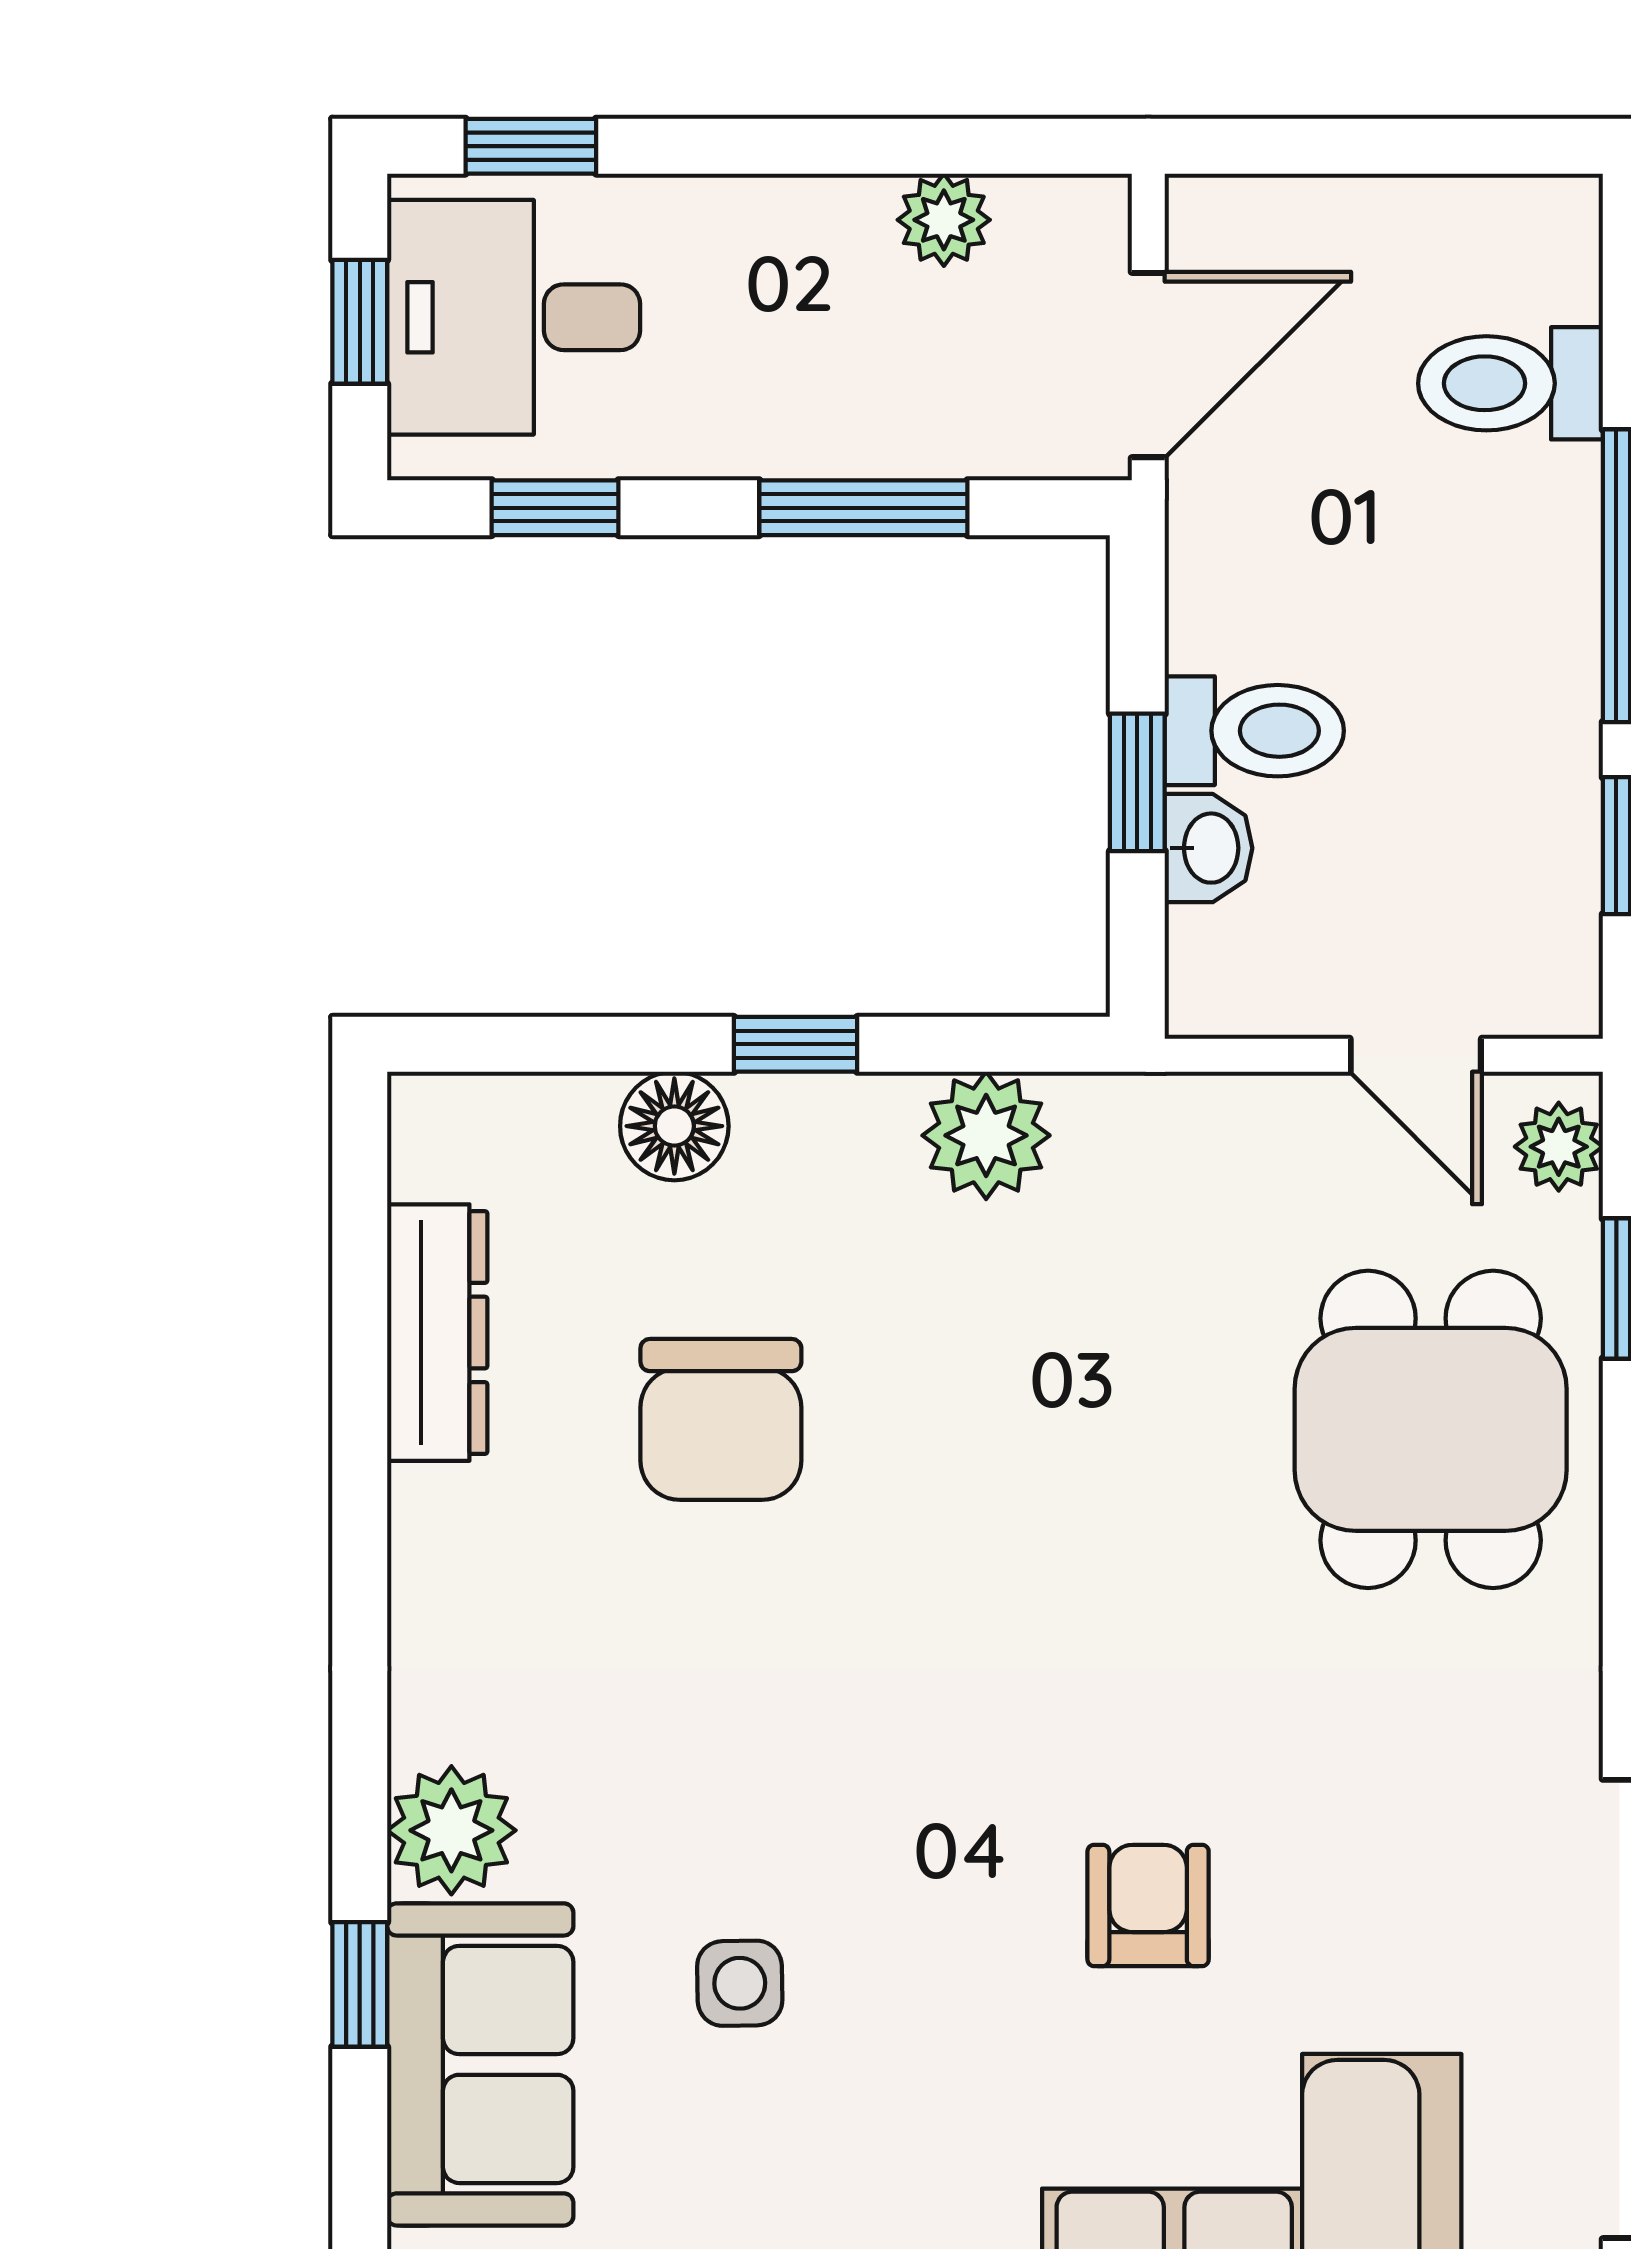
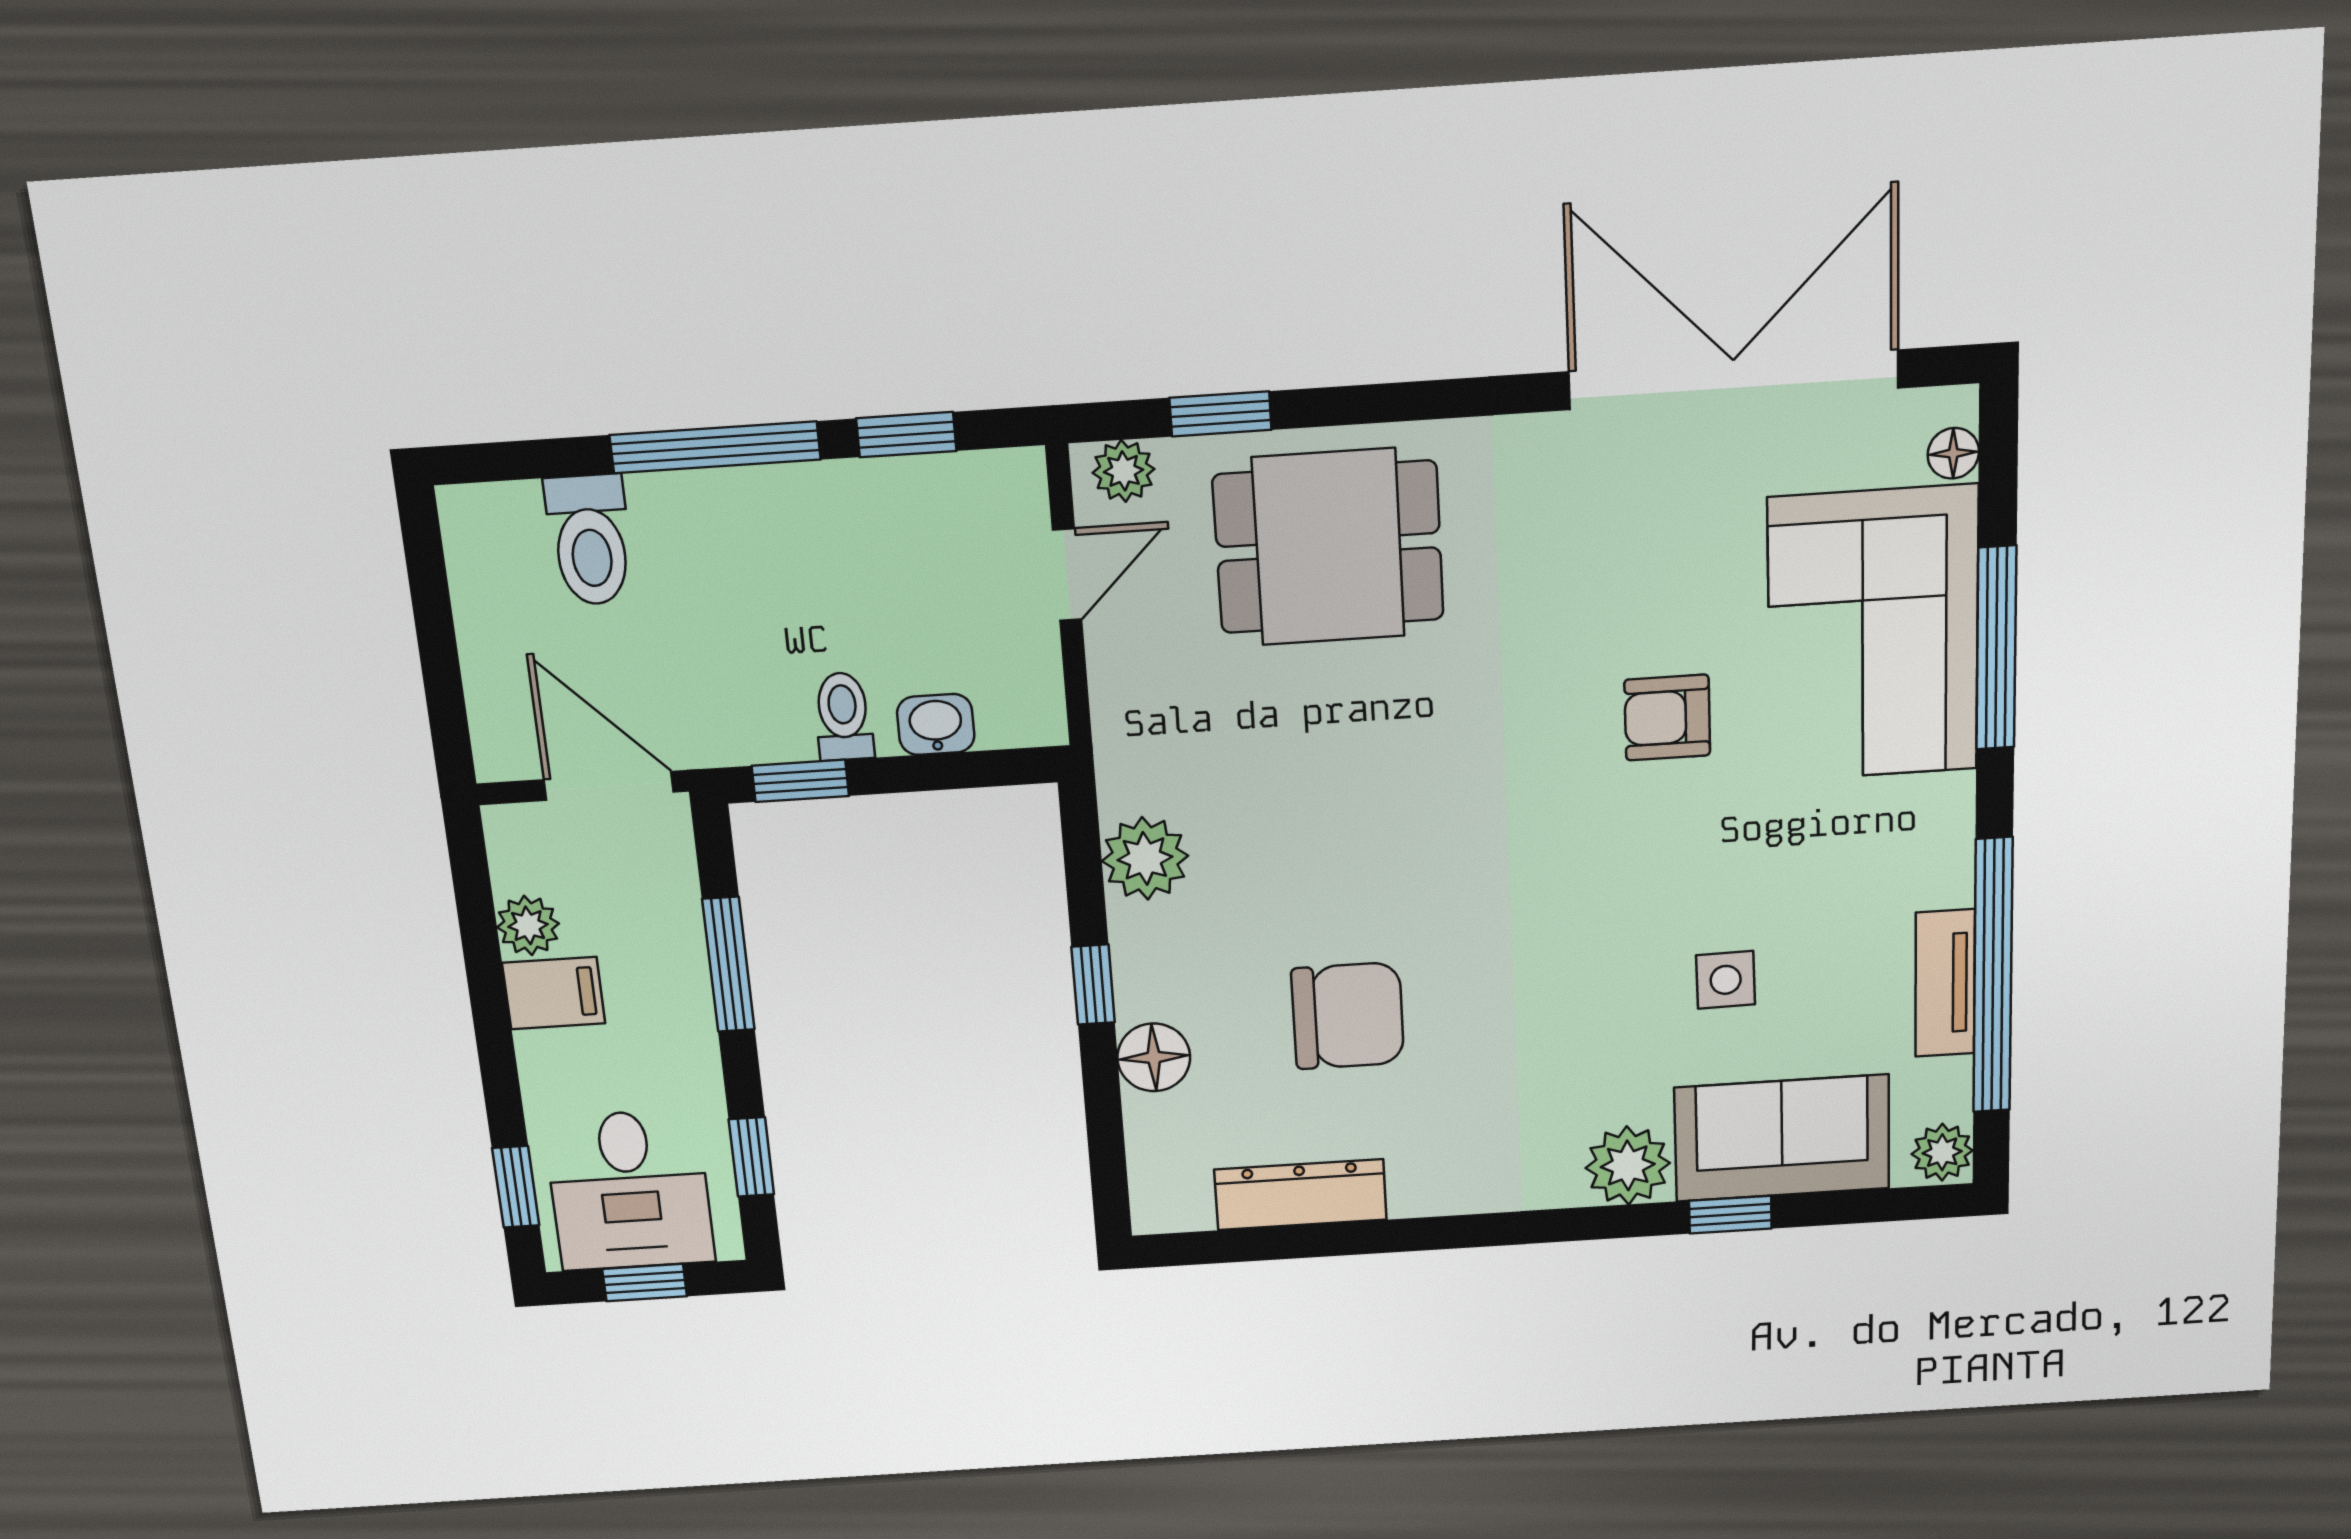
filing cabinet: (836, 244) -> (554, 993), added
toilet: (1254, 731) -> (843, 716), width x0.73, depth x0.72
window: (1137, 782) -> (800, 781), moved

